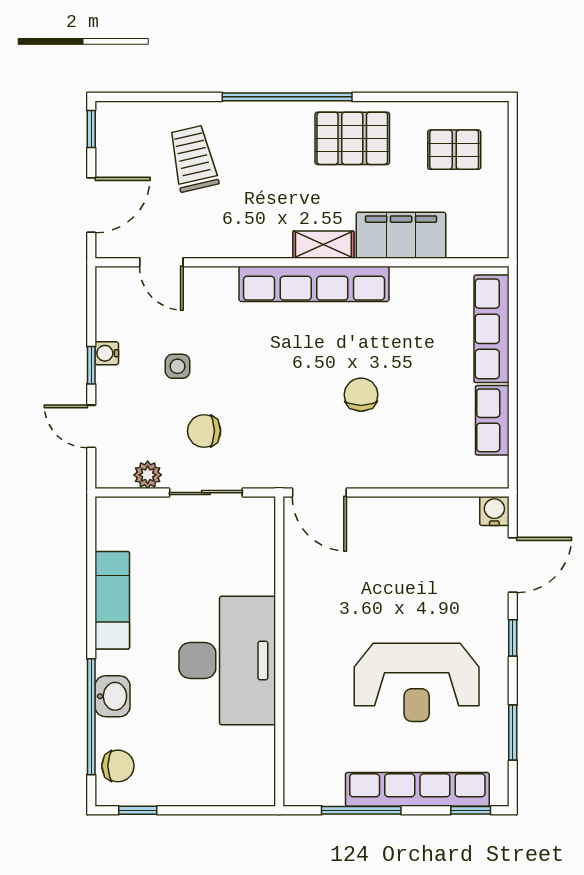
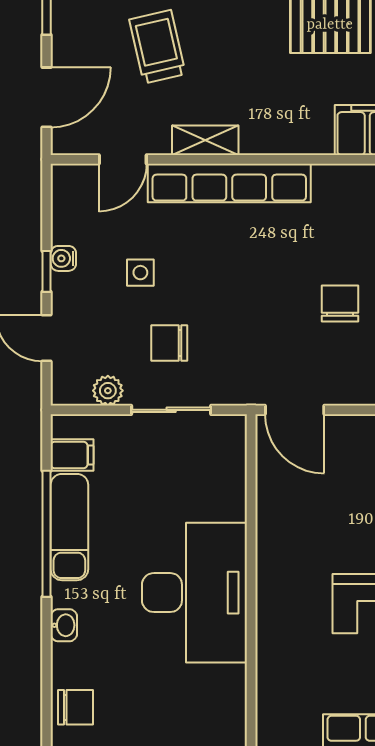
shelving: (323, 245) -> (205, 140), moved
door: (161, 262) -> (123, 159), hinge flipped
row of seats: (314, 284) -> (229, 183), moved
filing cabinet: (115, 534) -> (72, 455), added
washbasin: (113, 696) -> (64, 625), width x0.72, depth x0.69
window: (91, 717) -> (47, 534), moved

